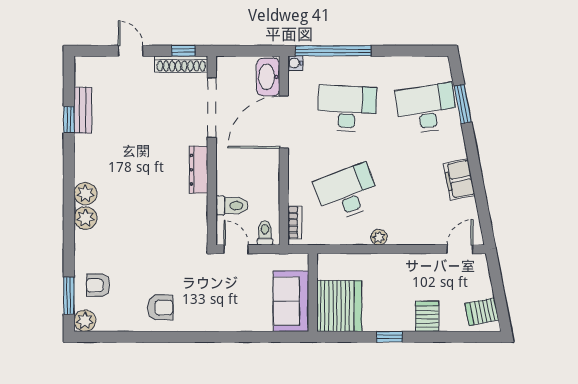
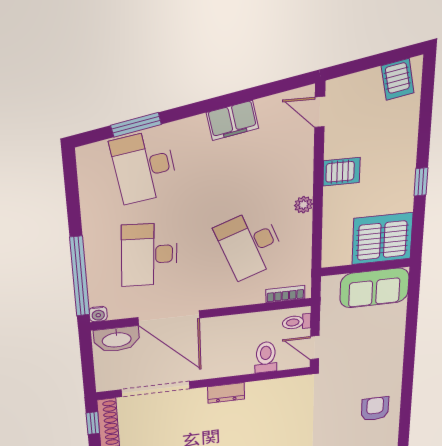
dresser: (199, 170) -> (226, 393), width x0.70
door: (236, 249) -> (315, 348), hinge flipped
server rack: (427, 316) -> (342, 172), moved, turned 180

